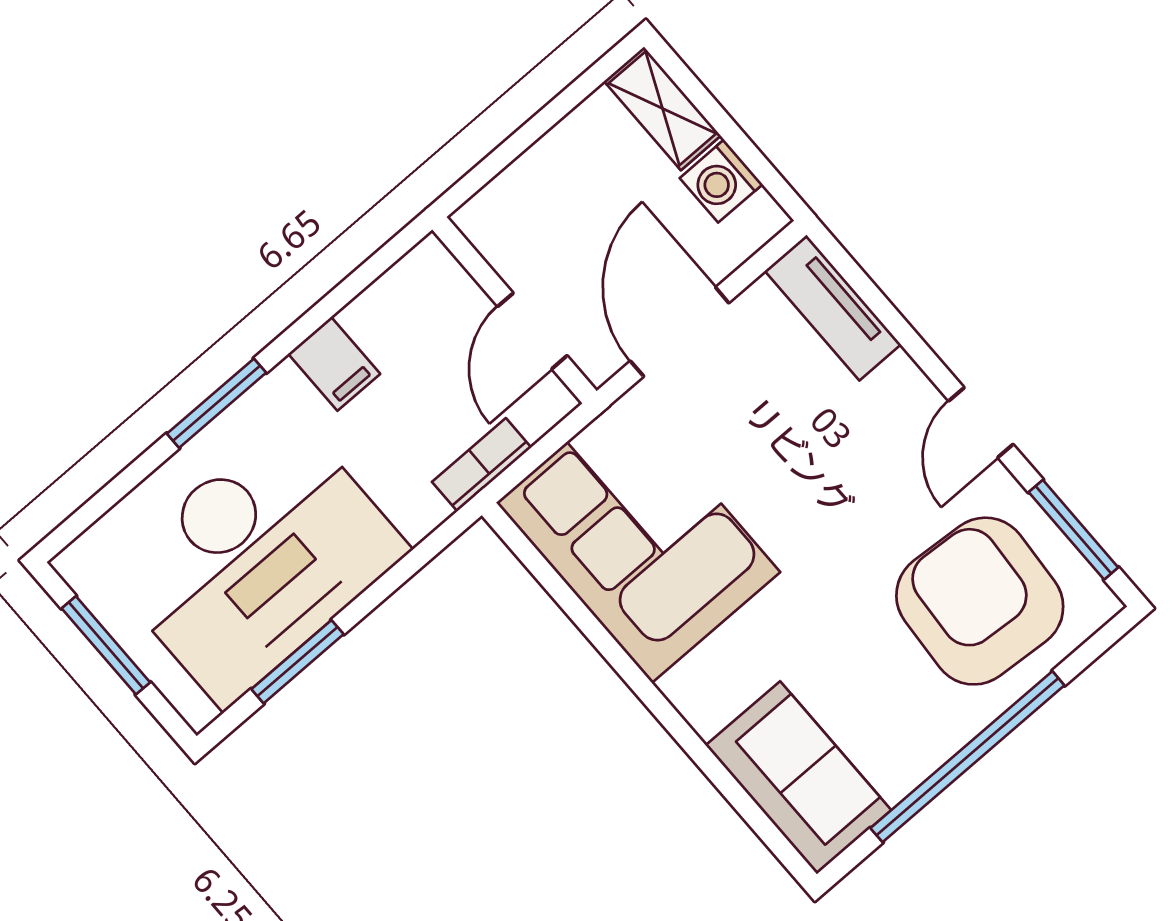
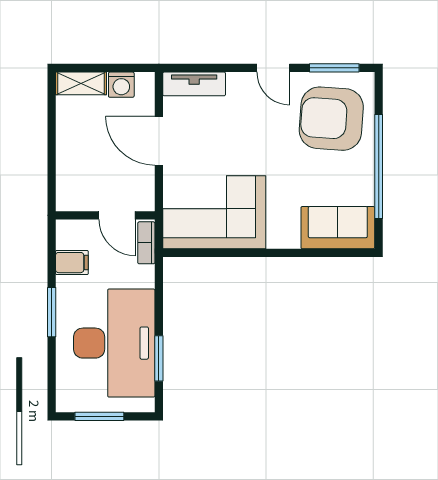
wall: (514, 310) -> (105, 215), moved
door: (532, 331) -> (117, 215), moved

